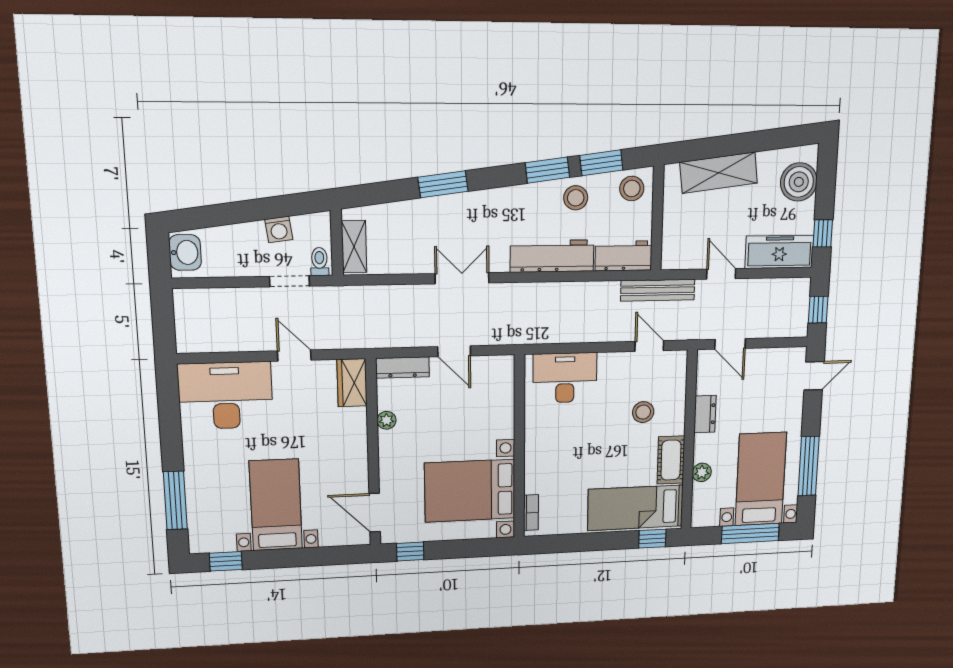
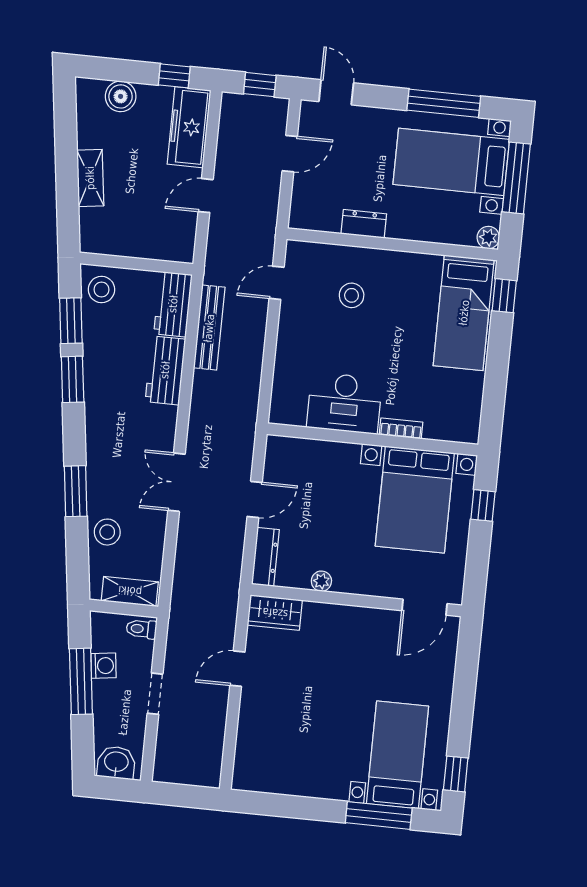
shelving: (719, 173) -> (90, 178), width x0.67, depth x0.75
boiler: (799, 182) -> (121, 96), width x0.73, depth x0.73
stool: (576, 198) -> (107, 532), moved
window: (260, 209) -> (81, 681), added
workbench: (552, 256) -> (165, 370), width x0.73
doorway: (289, 281) -> (155, 694), moved
bench: (658, 290) -> (209, 328), moved
door: (730, 344) -> (290, 154), moved
desk: (565, 378) -> (344, 403), moved, turned -90
desk: (226, 396) -> (271, 746), removed
cot: (671, 460) -> (413, 267), removed
plant: (702, 472) -> (488, 238), moved
bed with nightstands: (276, 505) -> (397, 755), moved, turned 90
bookcase: (531, 513) -> (401, 429), moved
window: (410, 552) -> (483, 505), moved

